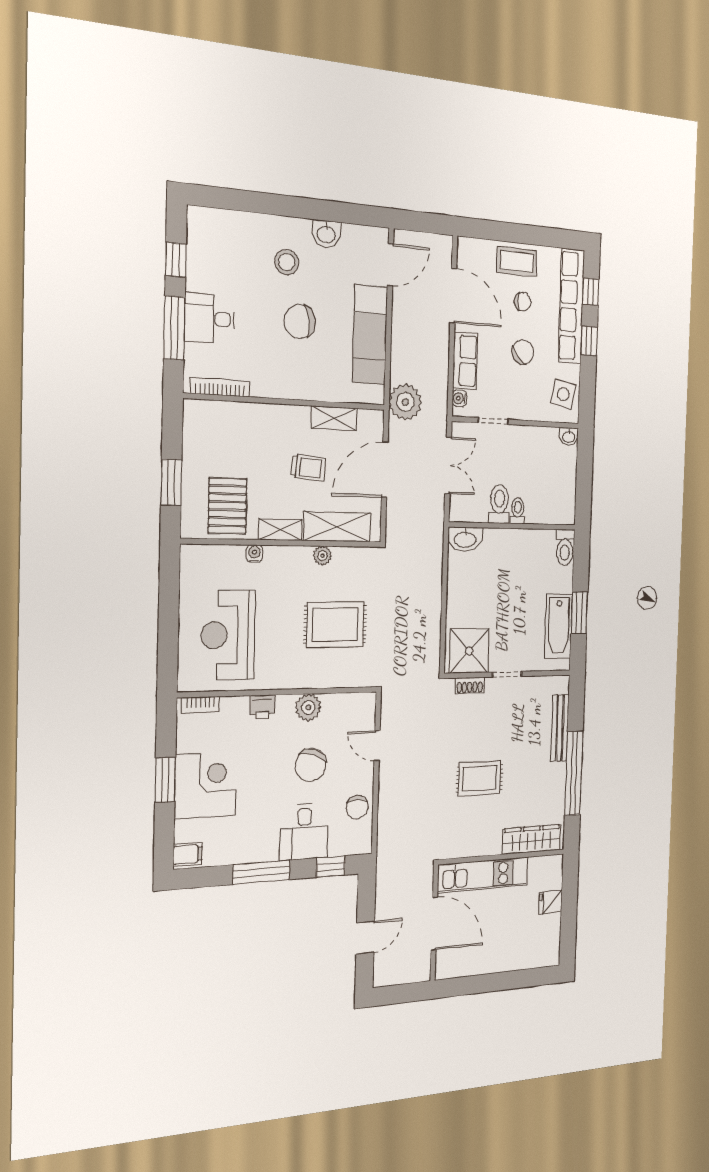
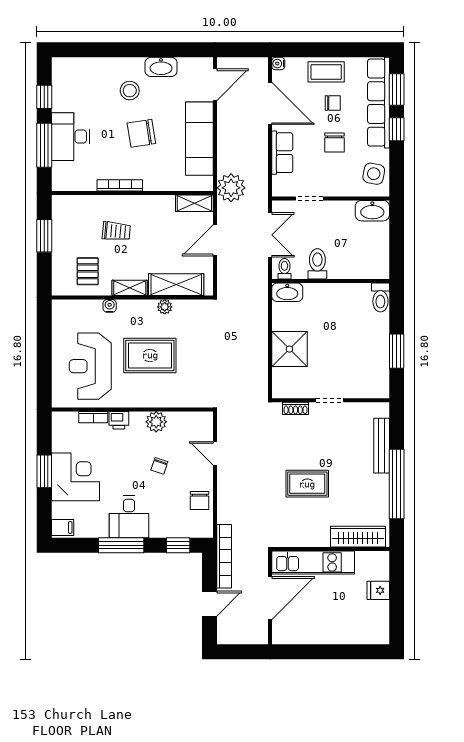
washbasin: (326, 234) -> (161, 67), width x1.38
window: (591, 292) -> (397, 90), width x1.50
desk: (209, 319) -> (71, 137), width x1.37
chair: (523, 352) -> (335, 143), turned 132
bookcase: (220, 387) -> (120, 185), moved
water cooler: (459, 398) -> (278, 64), moved
shelving: (334, 418) -> (194, 203), moved
washbasin: (569, 437) -> (372, 211), width x1.91, depth x1.45
trolley: (308, 467) -> (116, 231), moved
door: (385, 470) -> (215, 240), width x0.73
window: (171, 482) -> (44, 236), moved
pallet: (228, 506) -> (88, 271), width x0.67, depth x0.71
toilet: (518, 511) -> (284, 269), moved
rug: (335, 625) -> (150, 355), moved
bathtub: (559, 626) -> (377, 362), removed
shower: (469, 651) -> (289, 349), moved
bookcase: (200, 705) -> (93, 417), moved
chair: (311, 765) -> (159, 466), width x0.54, depth x0.54
desk: (304, 832) -> (129, 517), moved
bookcase: (384, 876) -> (224, 556), added
door: (434, 924) -> (270, 598), hinge flipped

